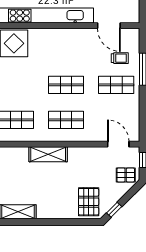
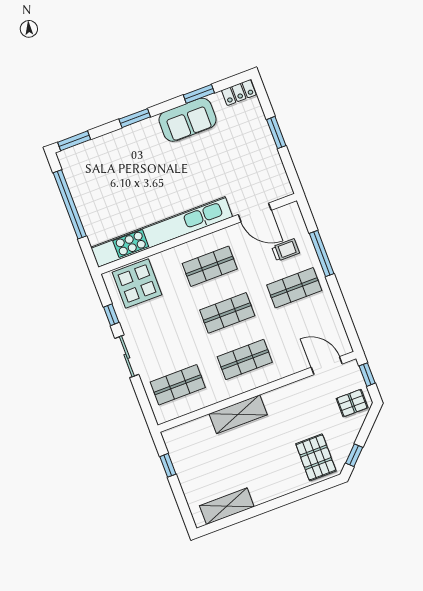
shop shelf: (66, 50) -> (210, 266), added

